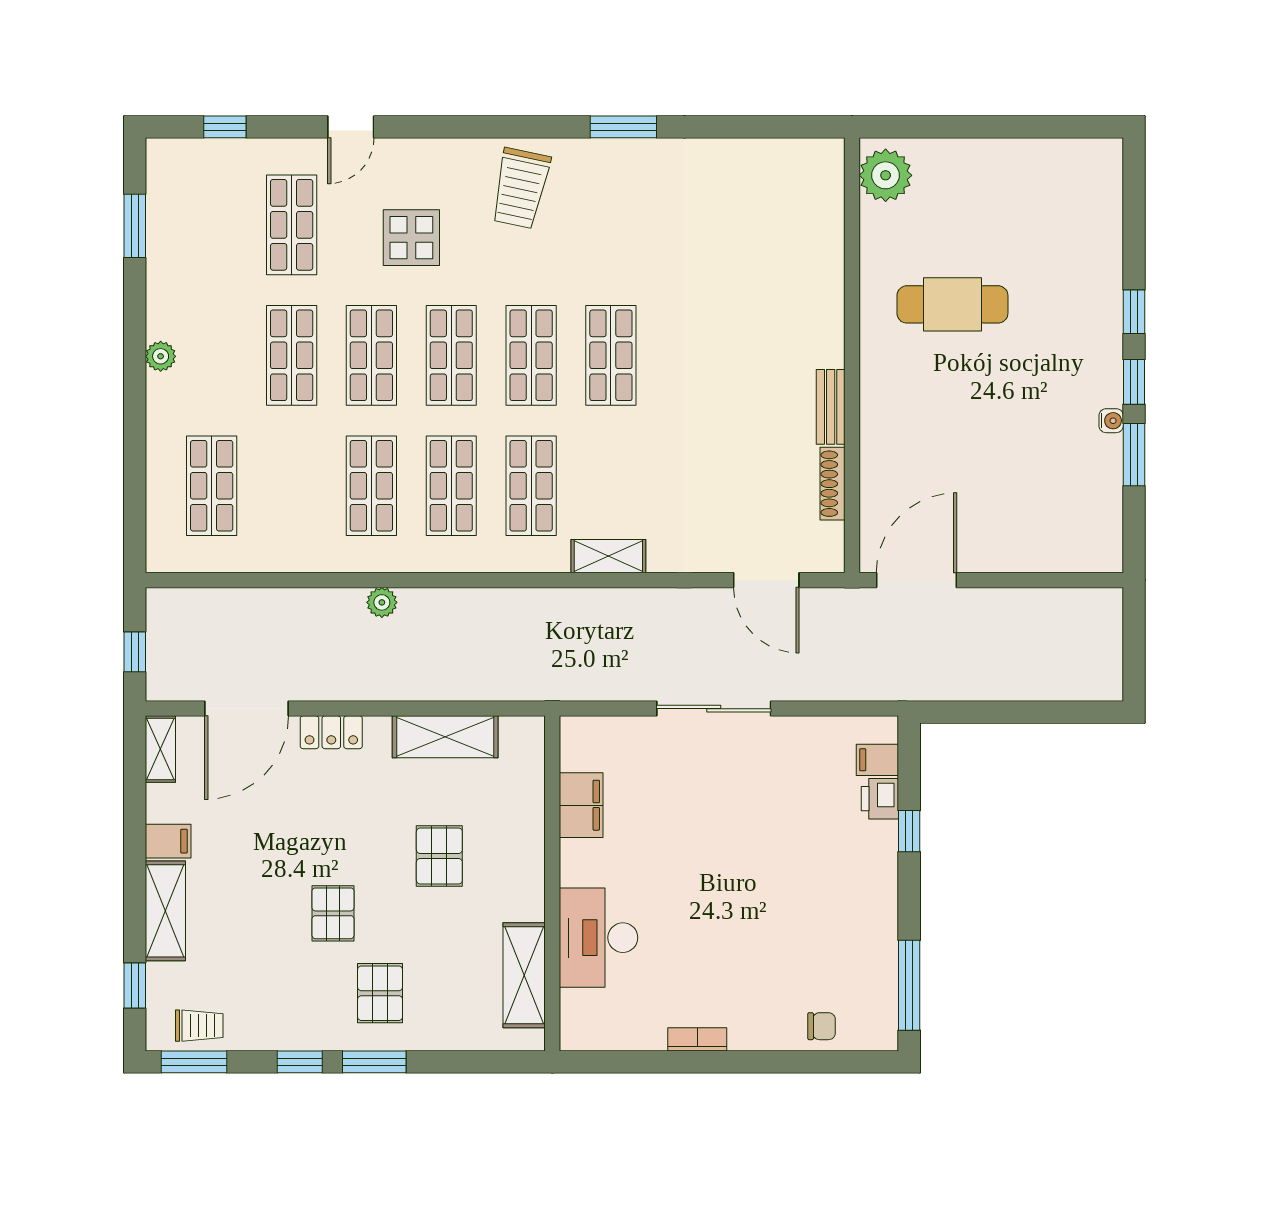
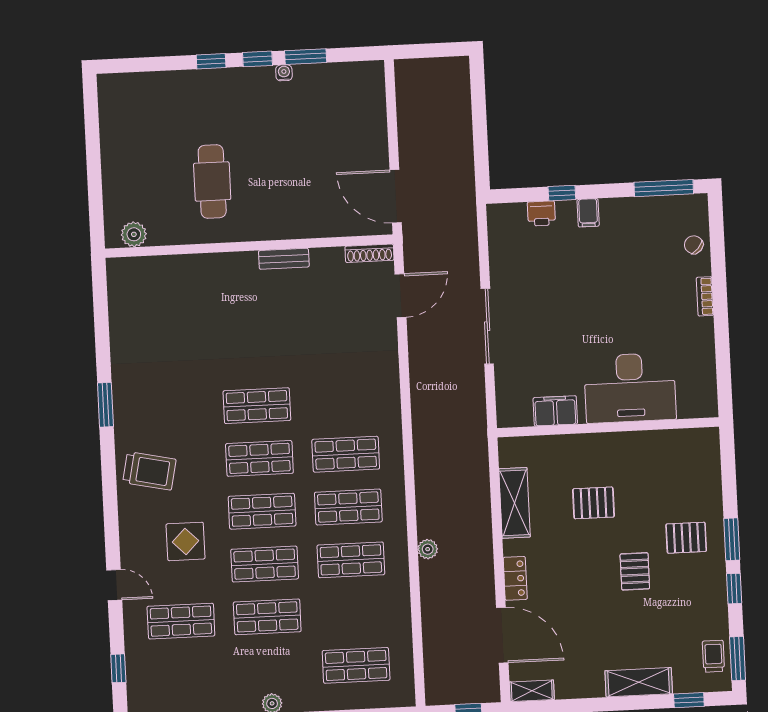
plant: (886, 175) -> (134, 234), width x0.73, depth x0.73
shoe rack: (833, 484) -> (370, 253), moved
shelving: (608, 556) -> (390, 401), removed
filing cabinet: (877, 760) -> (588, 213), moved
filing cabinet: (168, 841) -> (592, 683), removed
pallet: (333, 913) -> (635, 571), turned 90
desk: (599, 938) -> (630, 388), width x1.36, depth x1.30
shelving: (524, 975) -> (670, 443), removed
chair: (821, 1026) -> (694, 245), turned -49
bookcase: (697, 1039) -> (705, 296), moved

